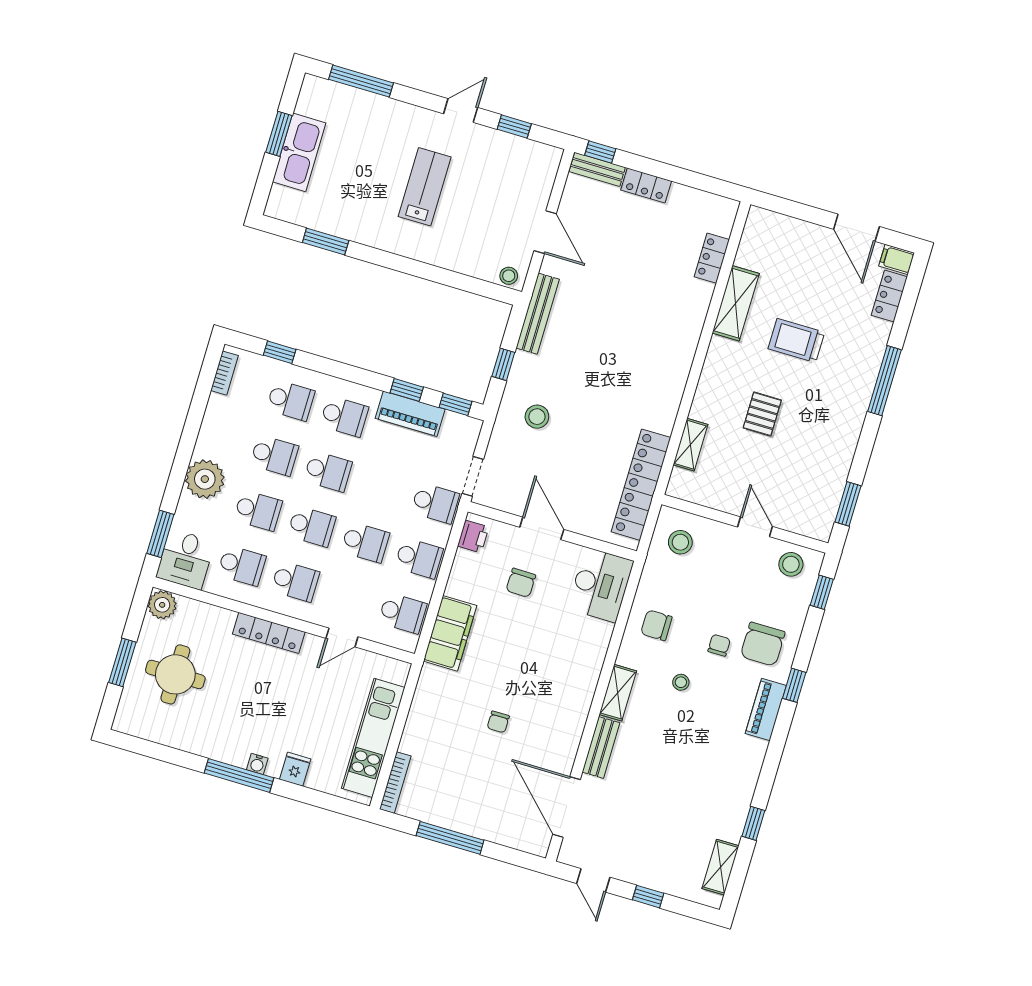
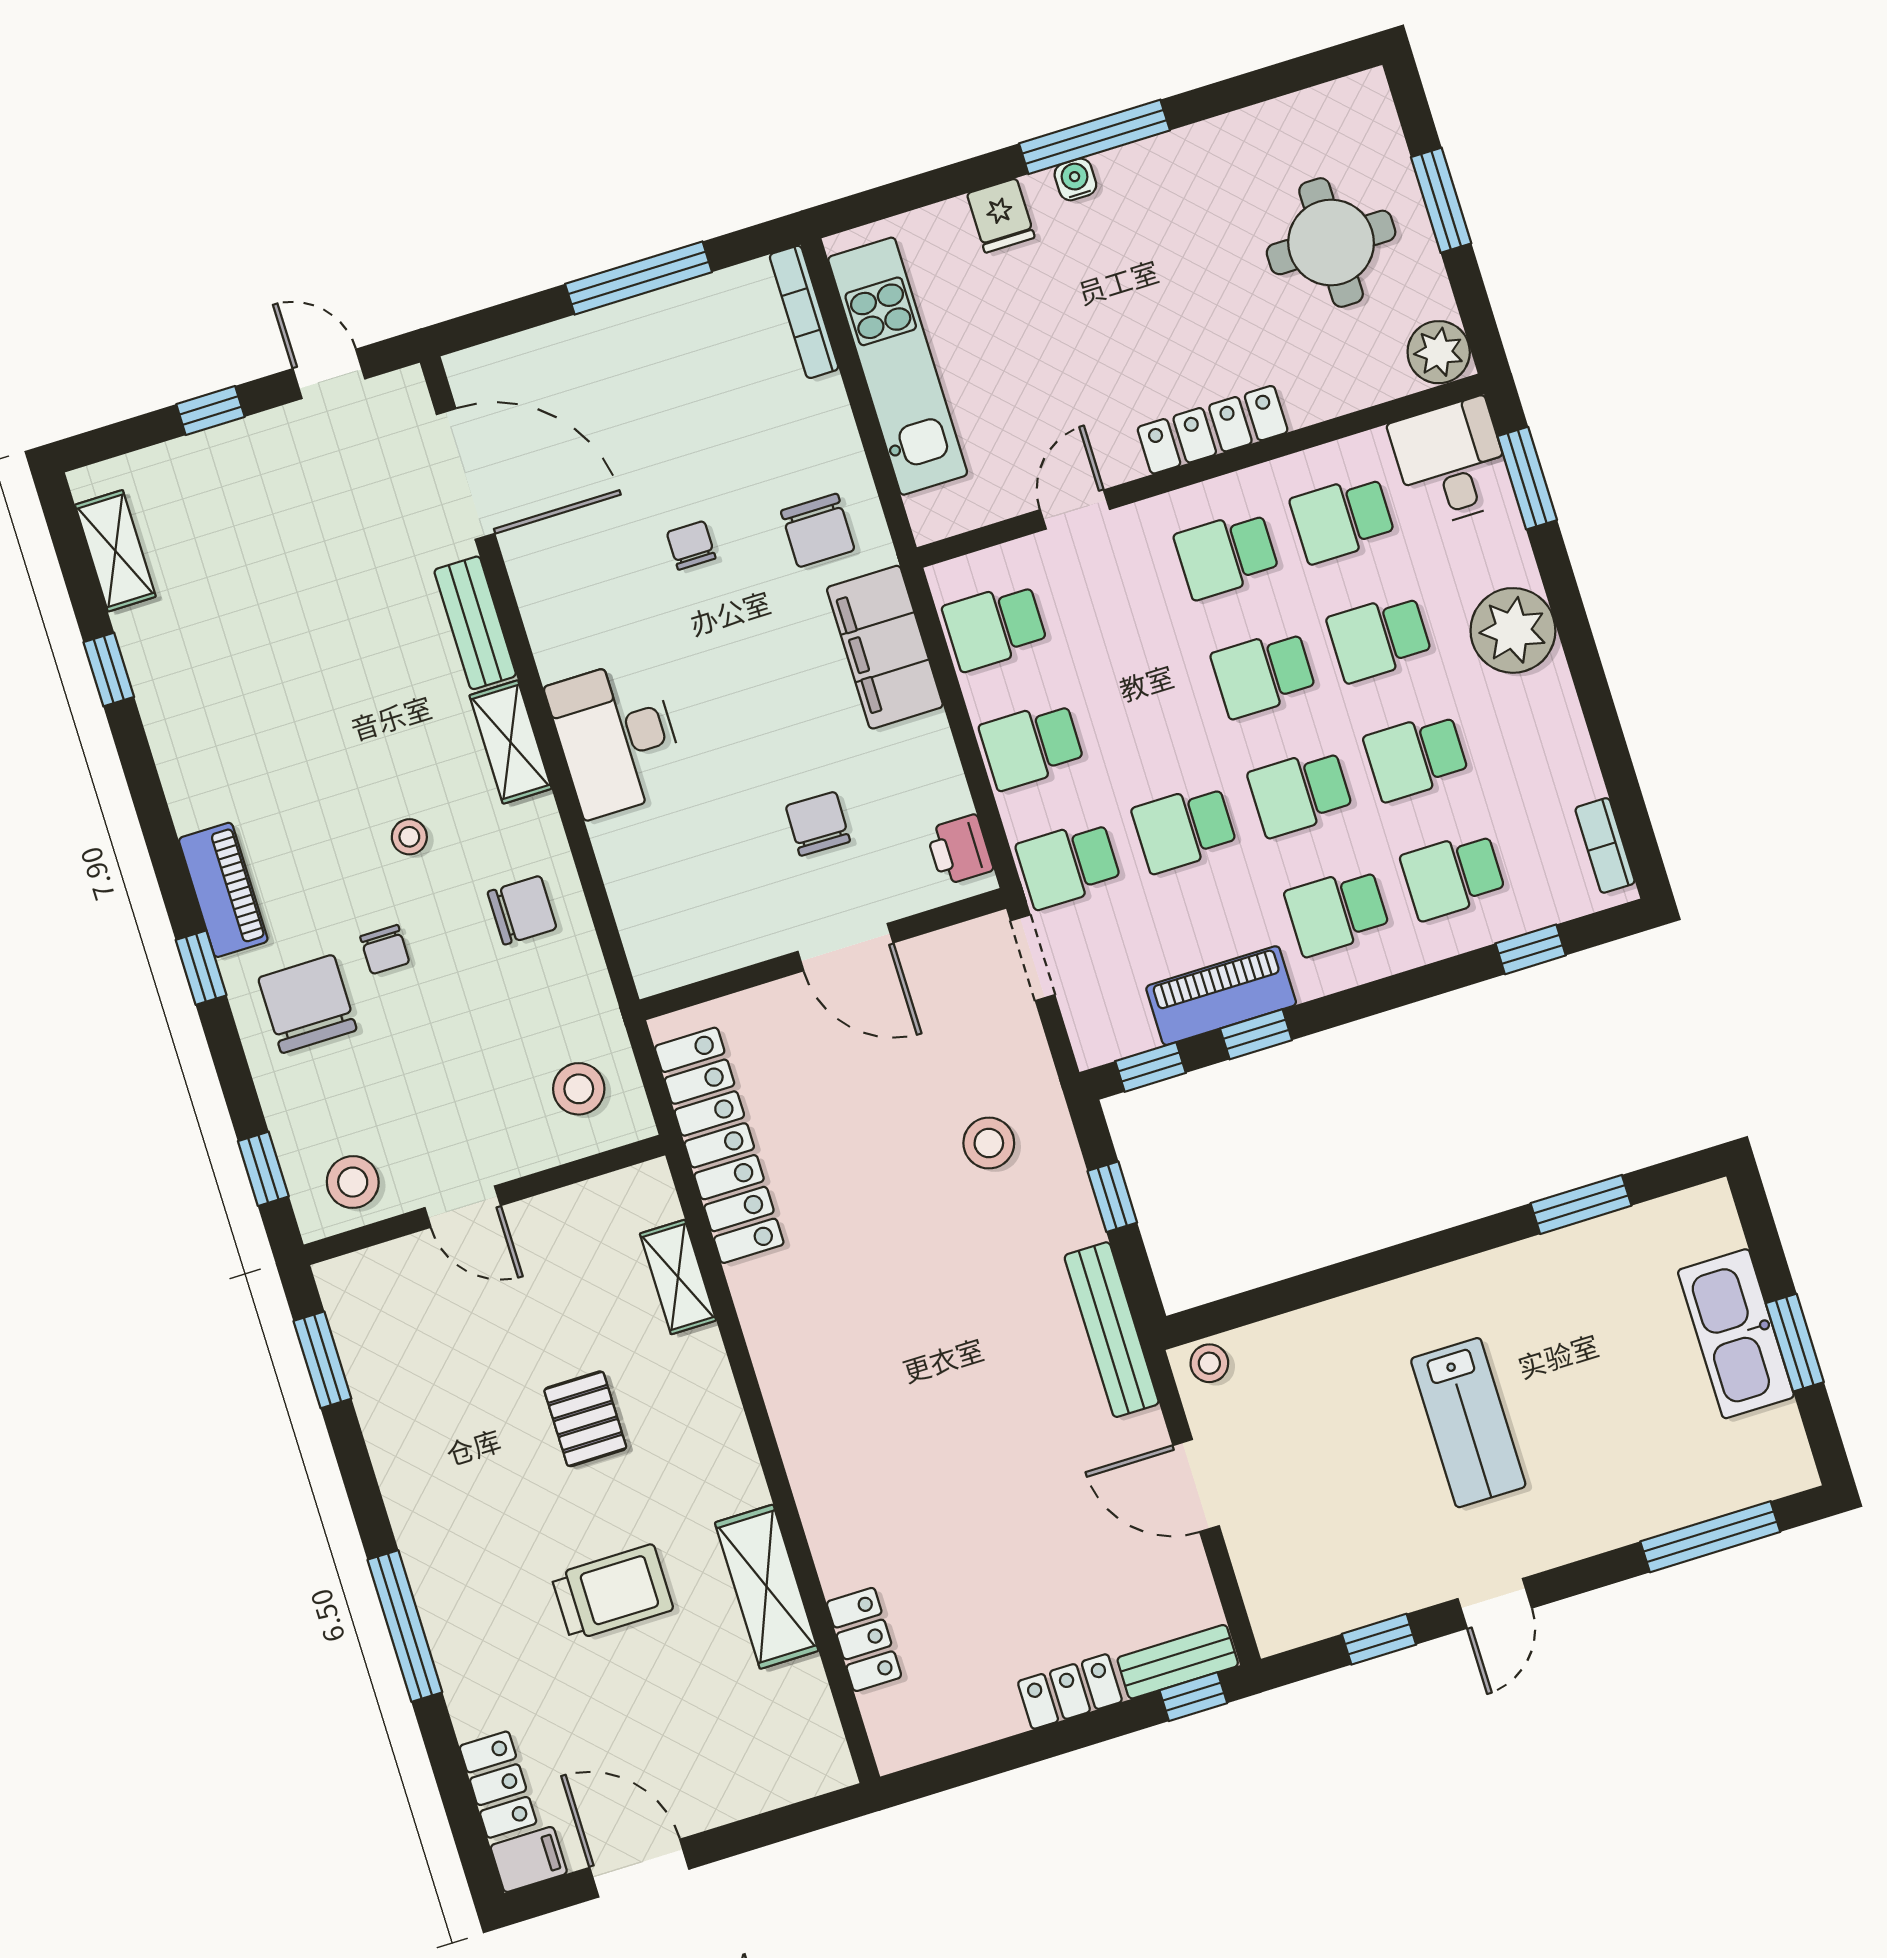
school desk: (365, 542) -> (1184, 828), moved
desk: (600, 585) -> (617, 738), moved
chair: (446, 695) -> (818, 530), added

